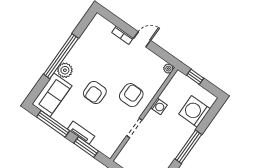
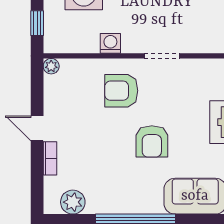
plant: (65, 70) -> (73, 202), moved
armchair: (95, 92) -> (152, 141), turned 90

